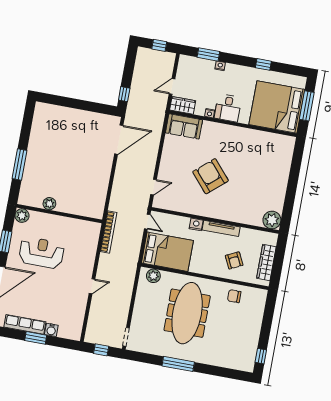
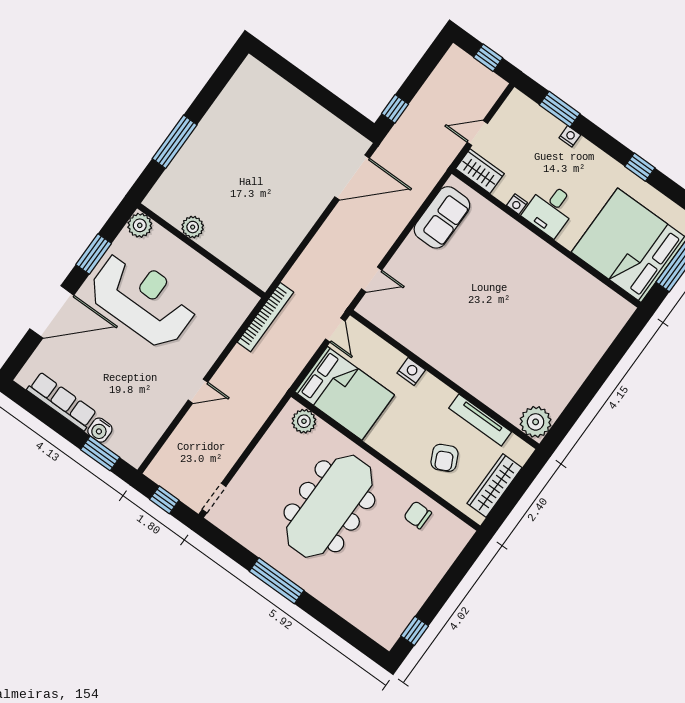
sofa: (184, 126) -> (442, 217), moved, turned -90
armchair: (211, 176) -> (471, 305), removed
tv unit: (221, 228) -> (480, 420), moved
reception desk: (41, 253) -> (143, 299), width x1.36, depth x1.30
window: (36, 338) -> (100, 453), moved

